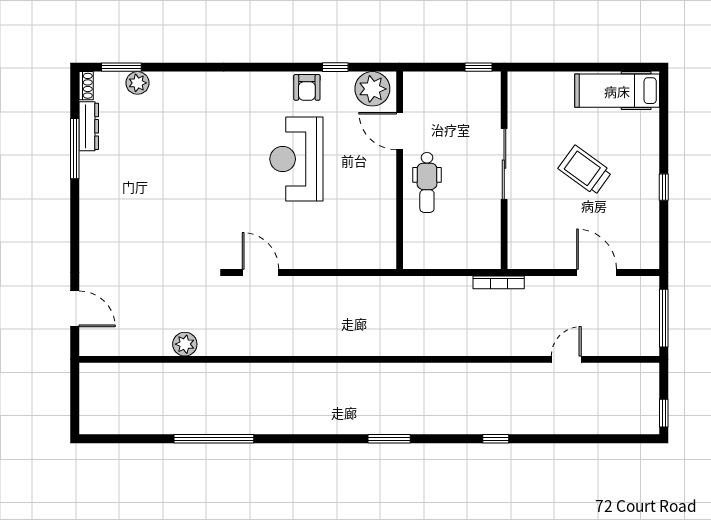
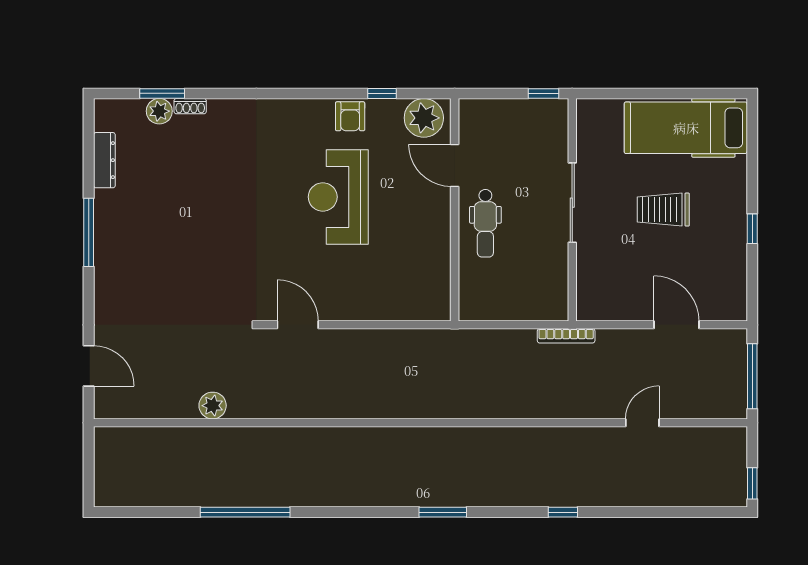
window: (121, 67) -> (162, 93), moved
shoe rack: (86, 86) -> (190, 106), moved, turned 90
hospital bed: (617, 91) -> (686, 128), width x1.37, depth x1.29
window: (75, 149) -> (89, 232), moved
trolley: (585, 170) -> (663, 210), turned -36

